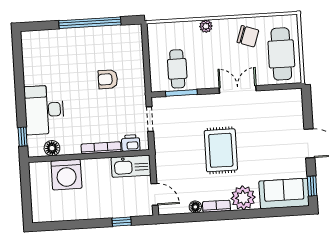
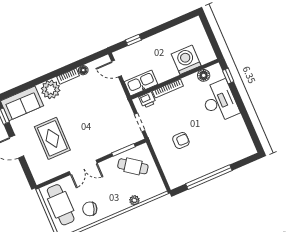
plant: (206, 26) -> (134, 200), moved
cafe table: (177, 69) -> (133, 166), turned -54
rug: (221, 150) -> (52, 138), moved

